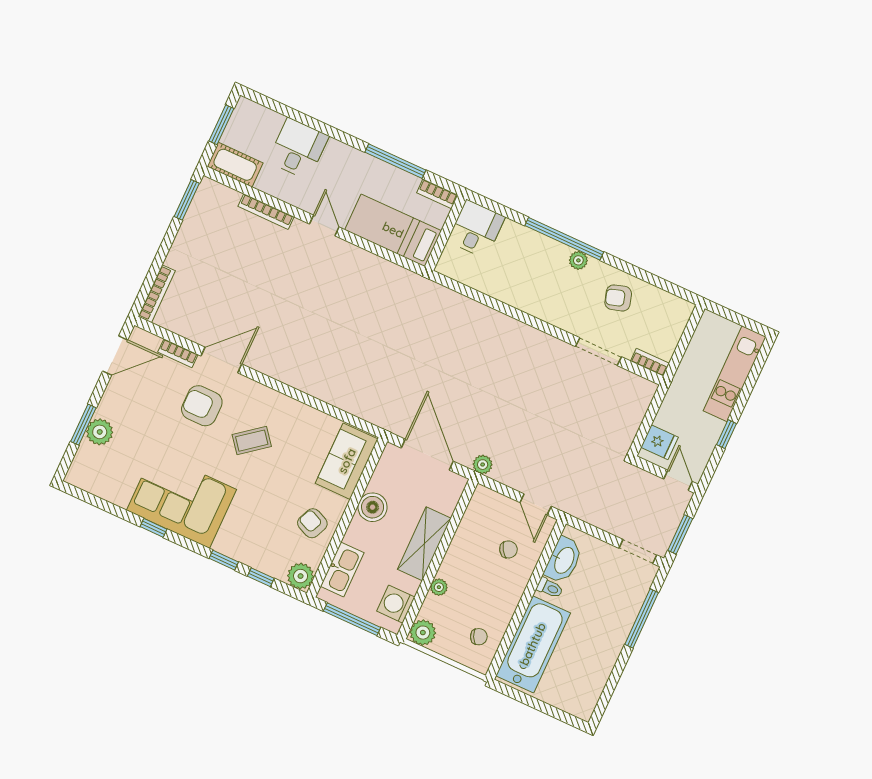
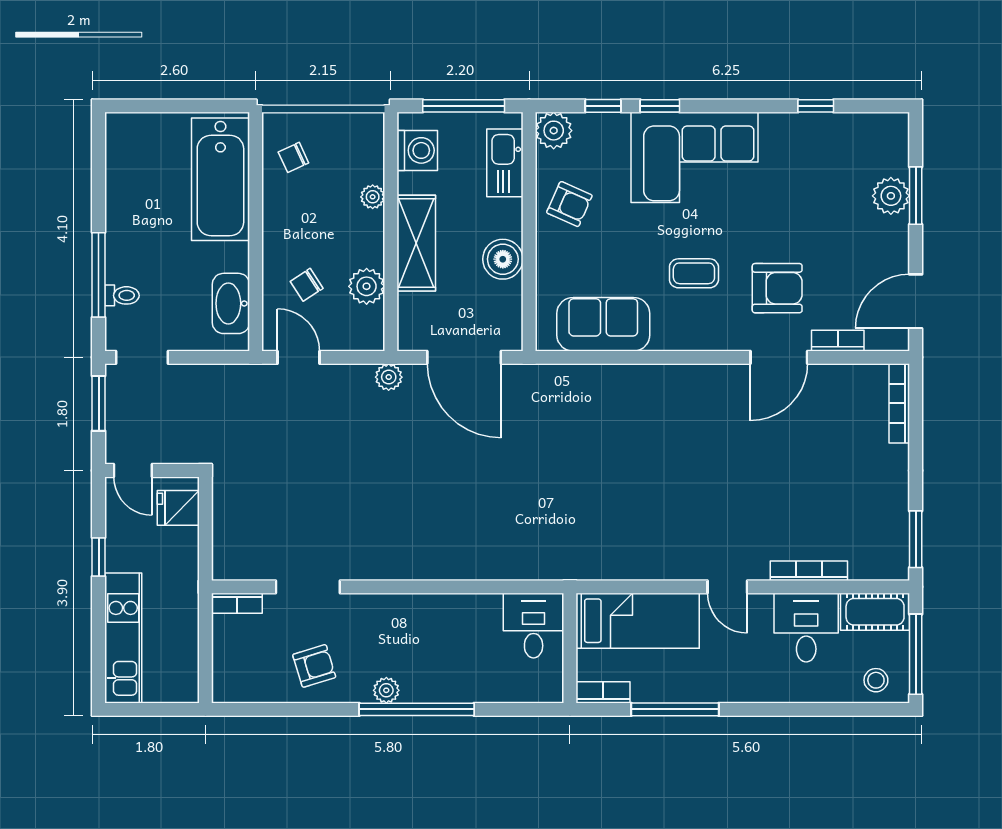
stool: (255, 120) -> (876, 680), added
window: (221, 125) -> (916, 654), width x1.44
desk: (298, 149) -> (806, 628), moved, turned 180
desk: (476, 229) -> (534, 626), moved, turned 180
coffee table: (252, 441) -> (694, 273), turned 38
sofa: (347, 461) -> (603, 324), moved, turned -90
corner sofa: (182, 500) -> (695, 157), moved
window: (154, 528) -> (816, 106), moved
toilet: (550, 588) -> (122, 295), moved, turned 180
plant: (423, 633) -> (367, 286), moved

